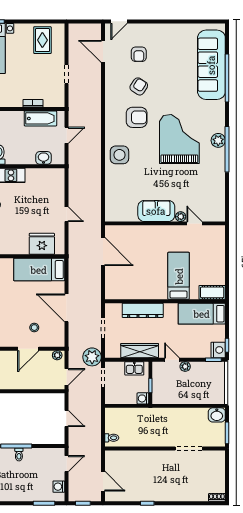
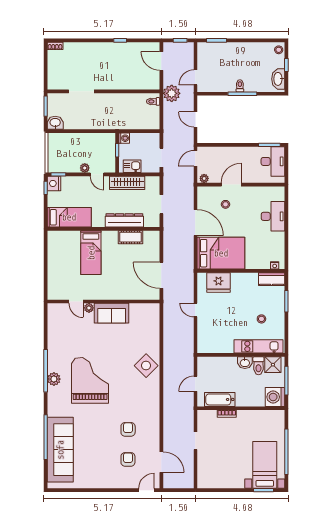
rug: (42, 40) -> (218, 473), removed
armchair: (139, 86) -> (128, 429), turned 147
armchair: (137, 117) -> (130, 401), removed
grand piano: (179, 139) -> (90, 380), turned 180
side table: (119, 155) -> (146, 366), turned 45
washbasin: (44, 158) -> (245, 363), moved
bed: (39, 270) -> (221, 253), width x1.50
cot: (212, 292) -> (130, 237), moved
plant: (92, 357) -> (172, 93), moved
washing machine: (59, 487) -> (203, 56), removed

